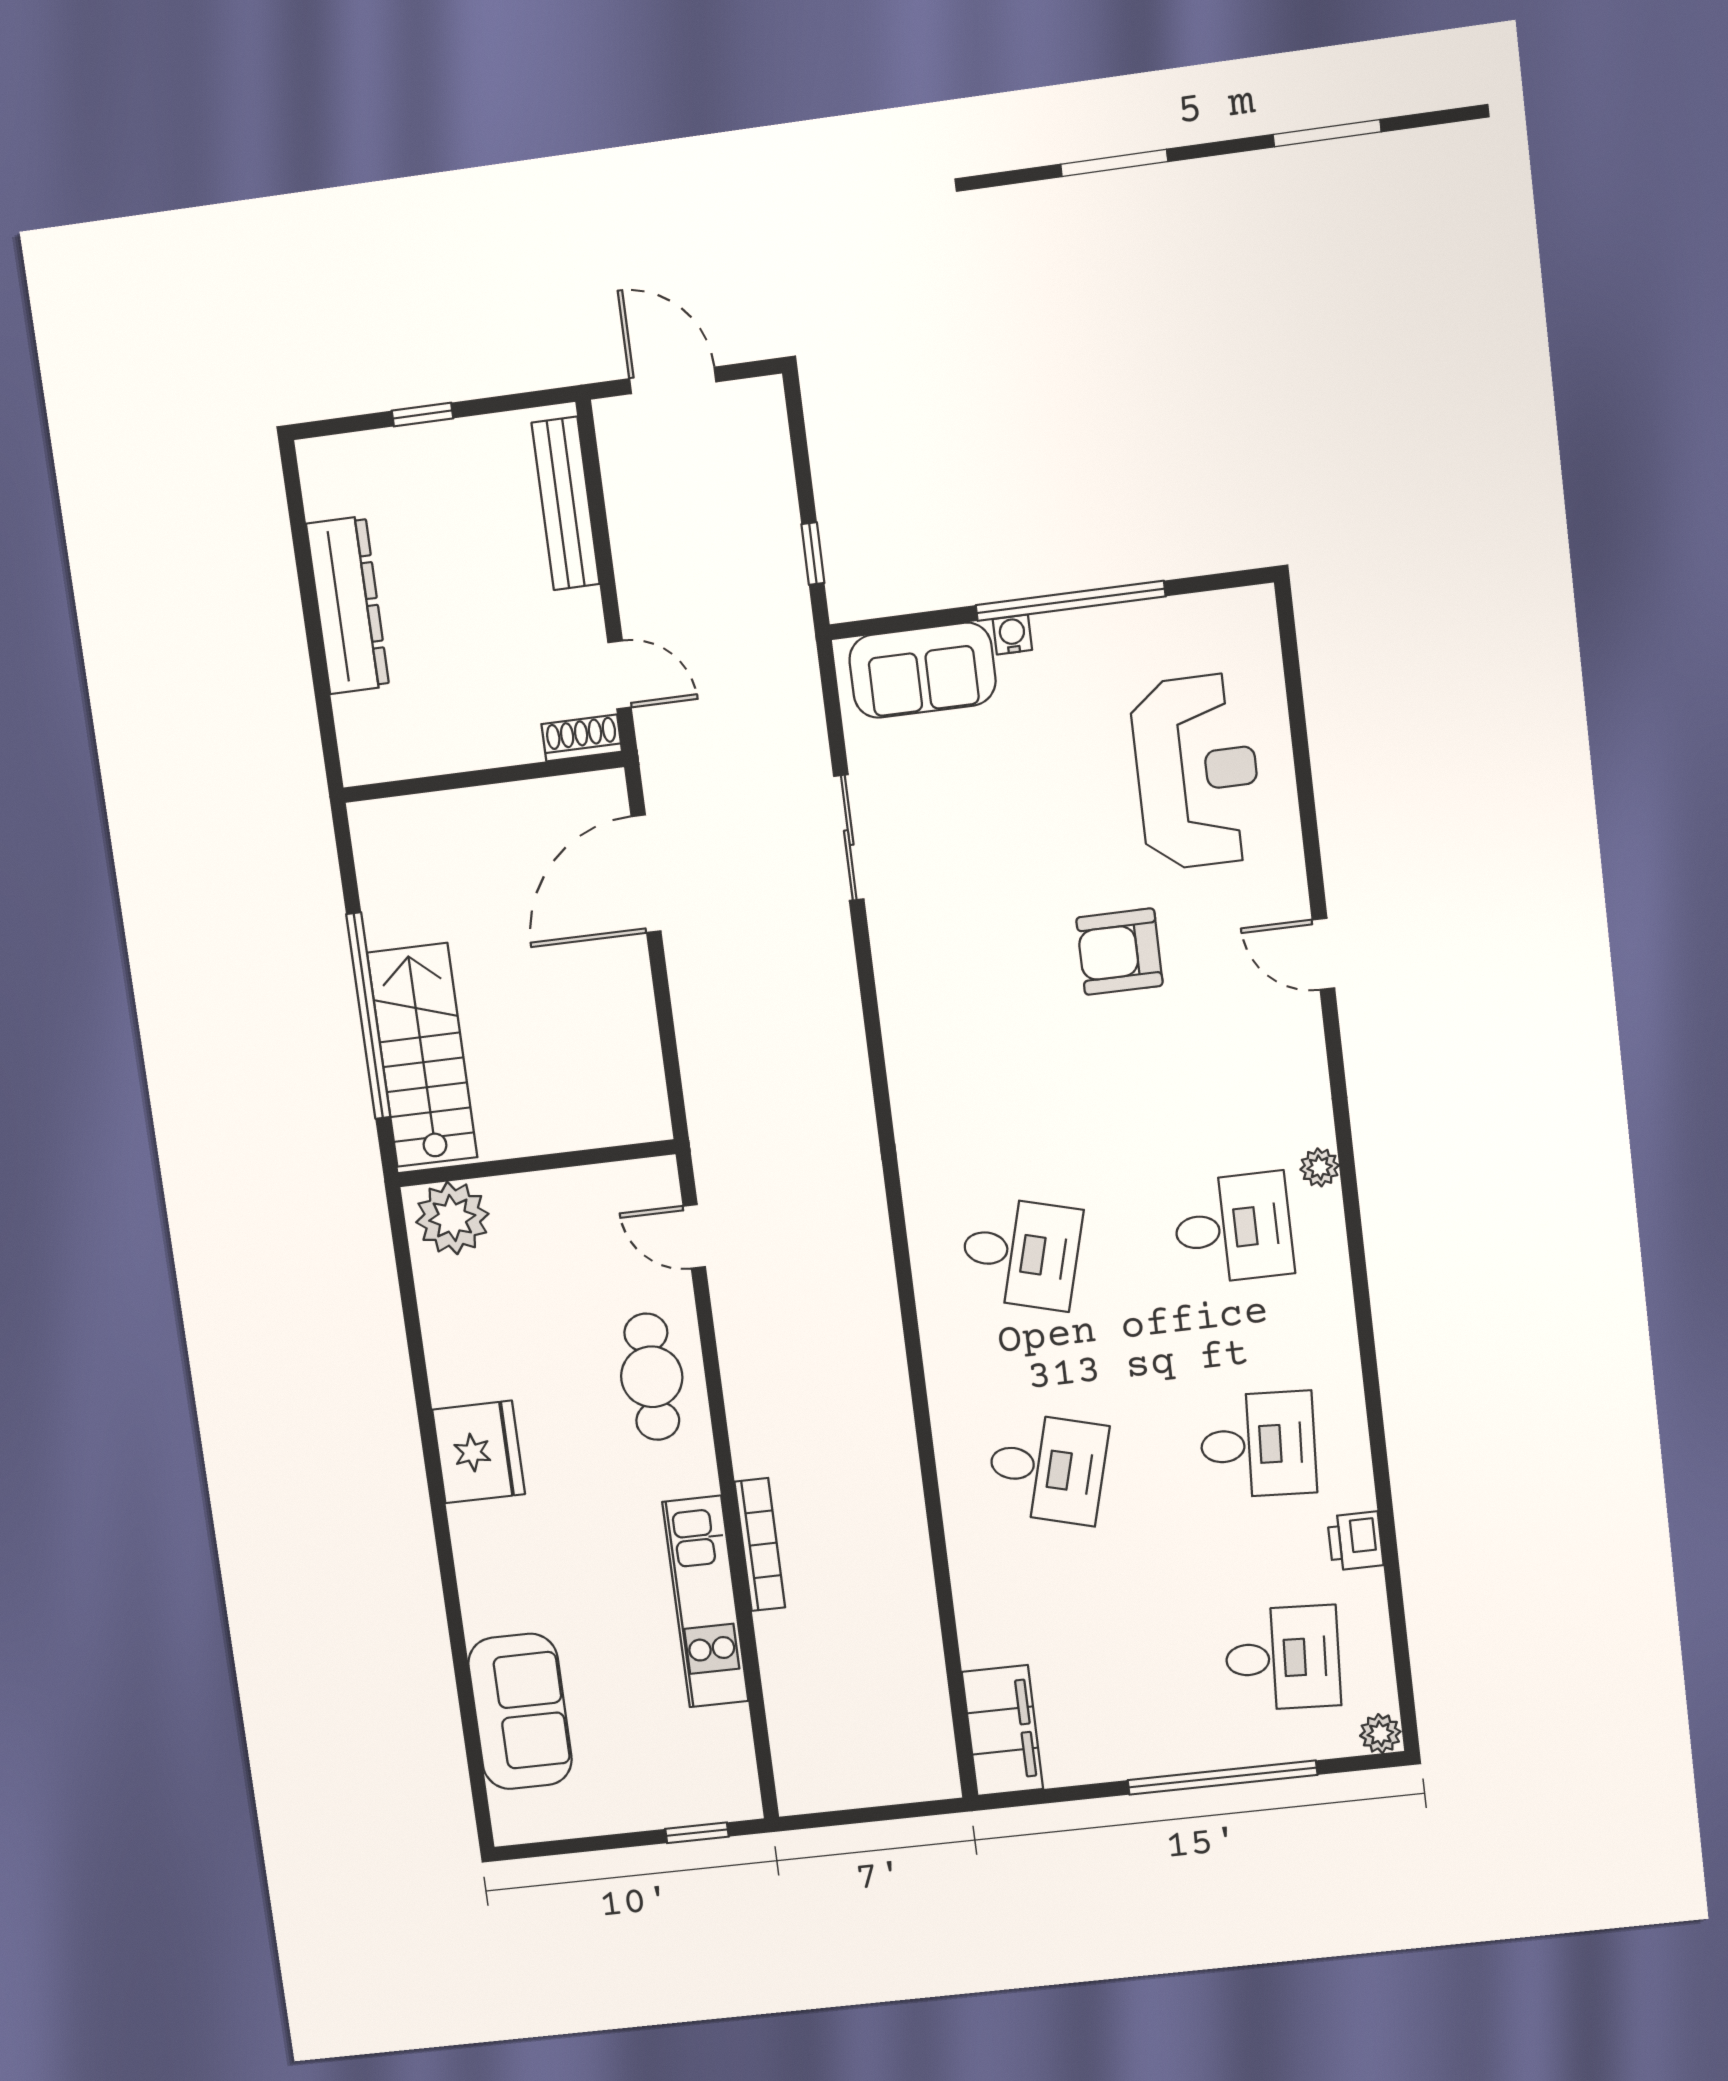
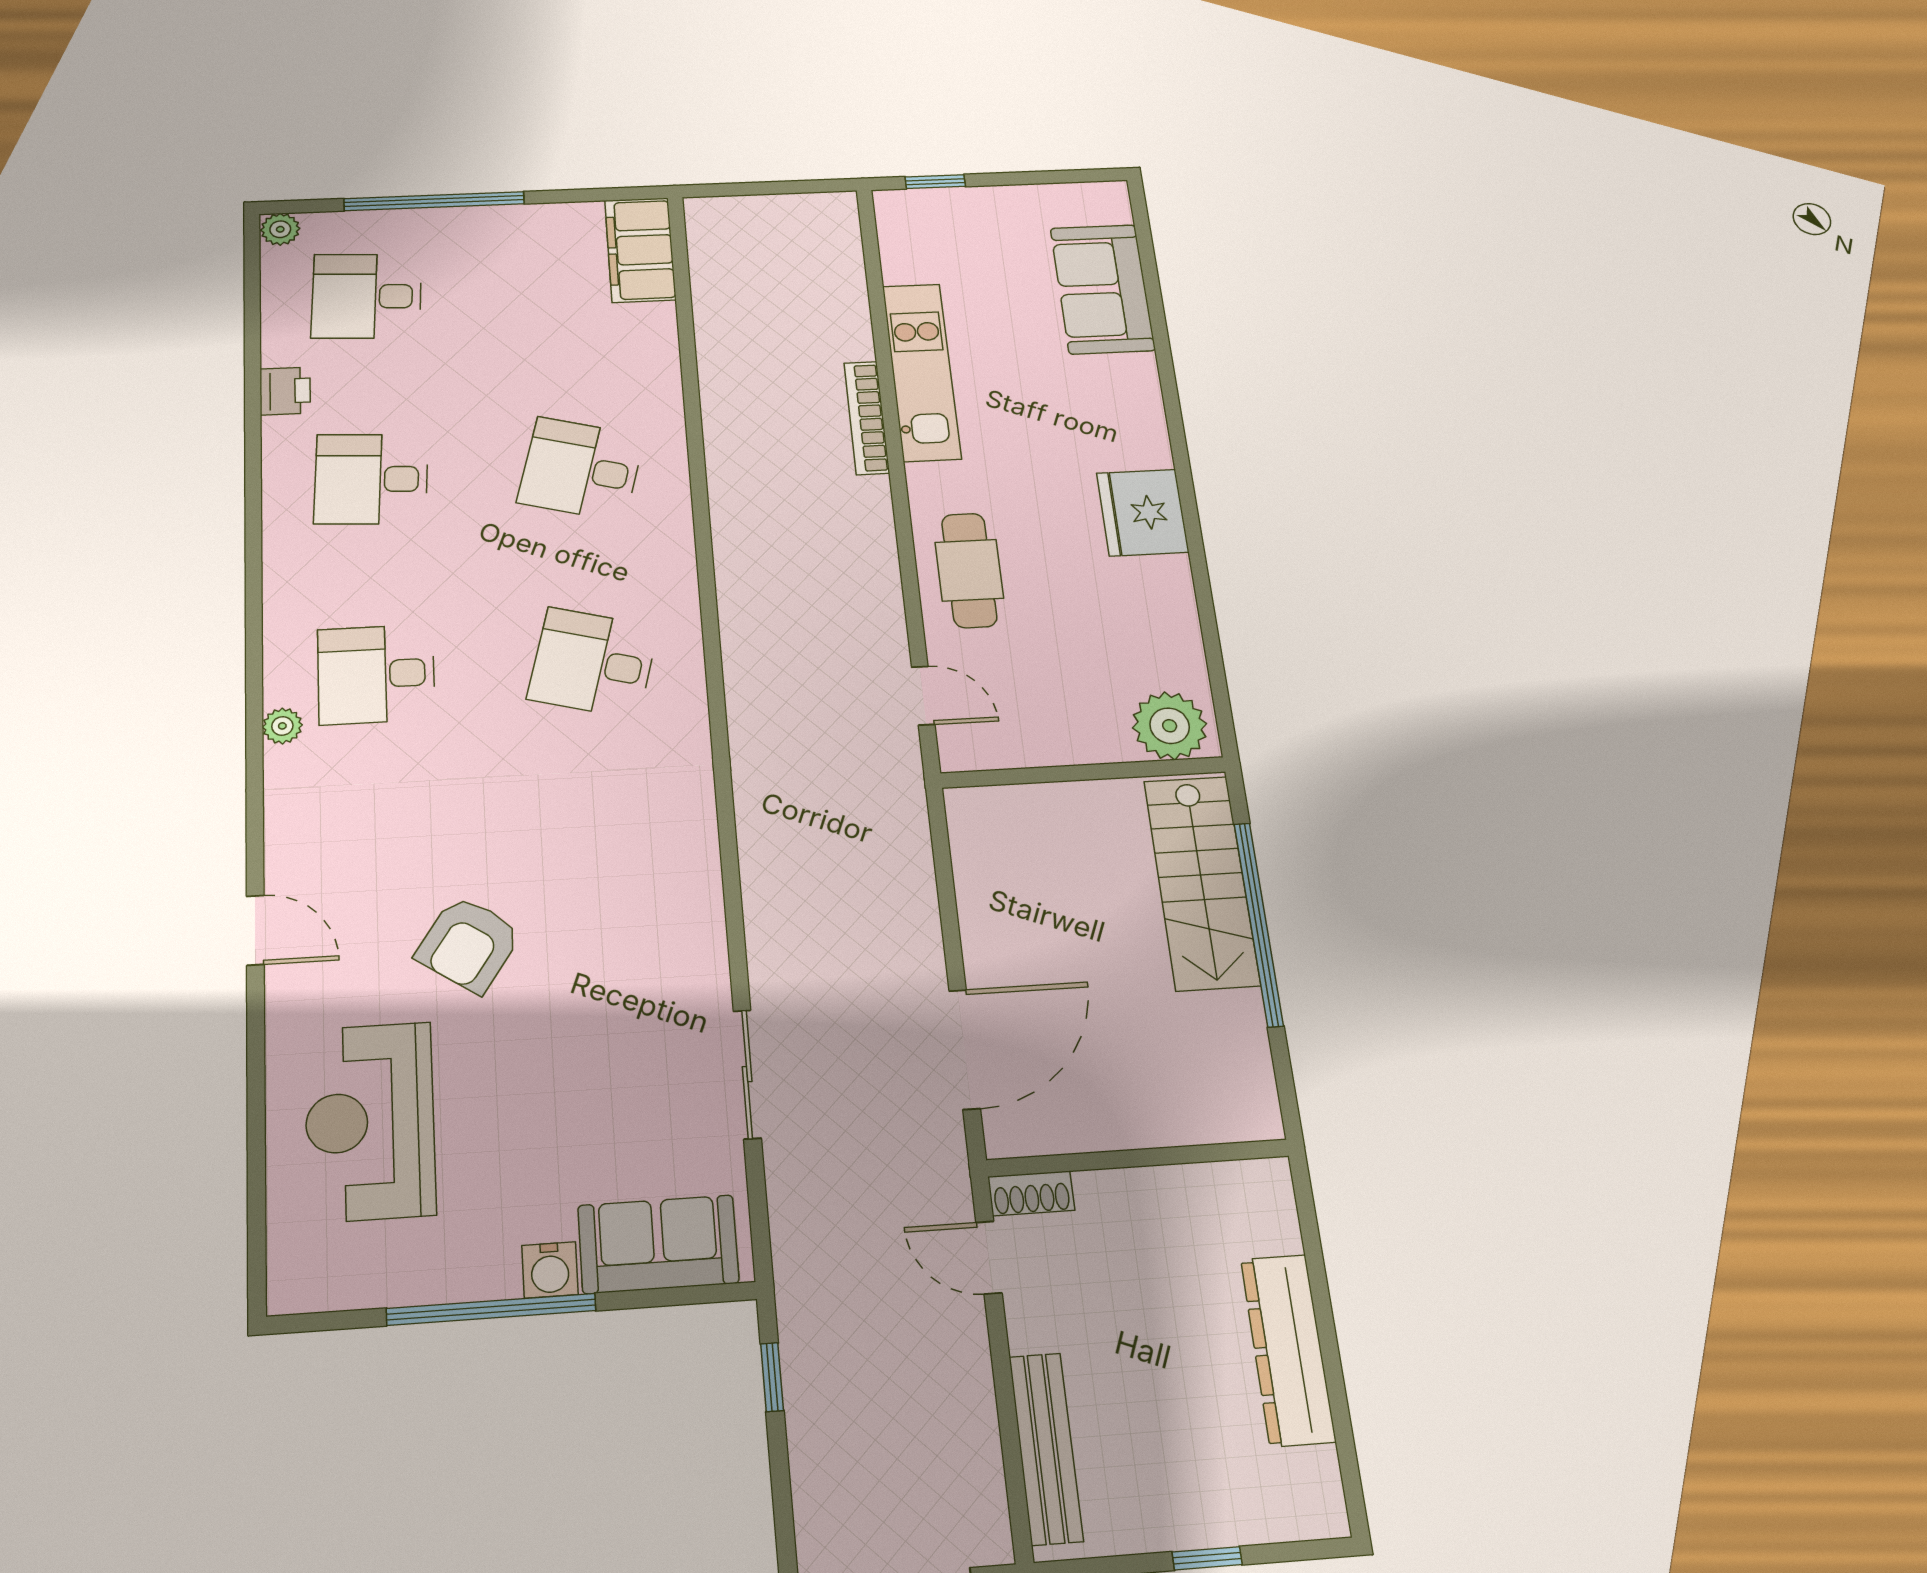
water cooler: (1012, 635) -> (550, 1270), width x1.38, depth x1.38
armchair: (1120, 952) -> (469, 944), turned 124

